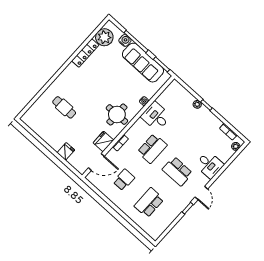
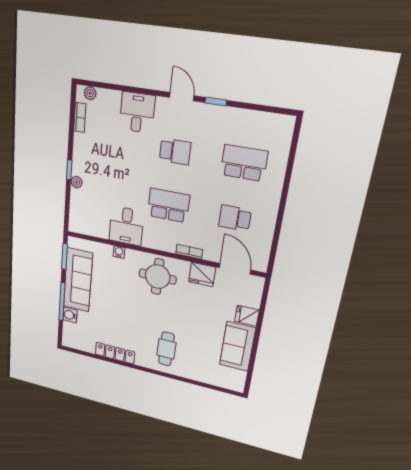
plant: (104, 37) -> (83, 340), removed
cafe table: (64, 107) -> (166, 349), moved
sofa: (50, 134) -> (237, 346), added
school desk: (177, 171) -> (175, 152), width x0.54
door: (201, 193) -> (182, 97), hinge flipped
school desk: (149, 203) -> (244, 163), turned 180

